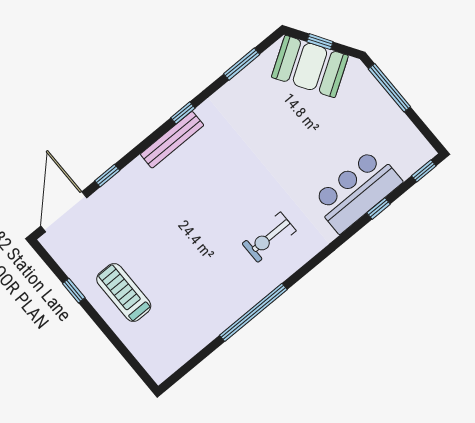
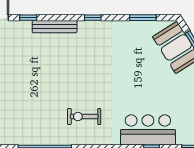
bench: (172, 140) -> (55, 27), moved

